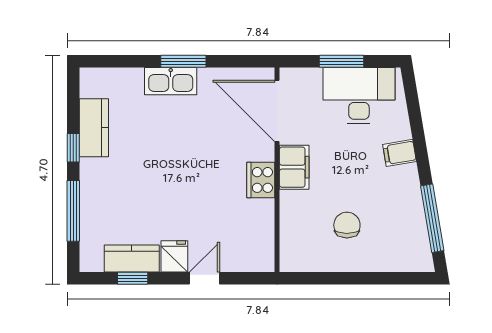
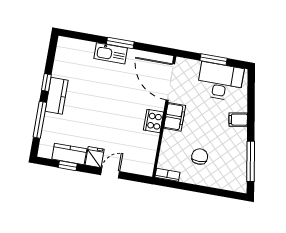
kitchen counter: (94, 128) -> (57, 96), moved
bookcase: (299, 264) -> (167, 175), added

